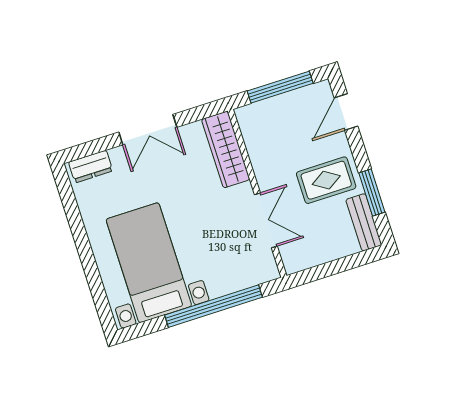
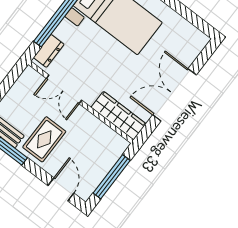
double door: (148, 130) -> (175, 95), width x1.37
dresser: (91, 166) -> (49, 51), moved, turned 180

